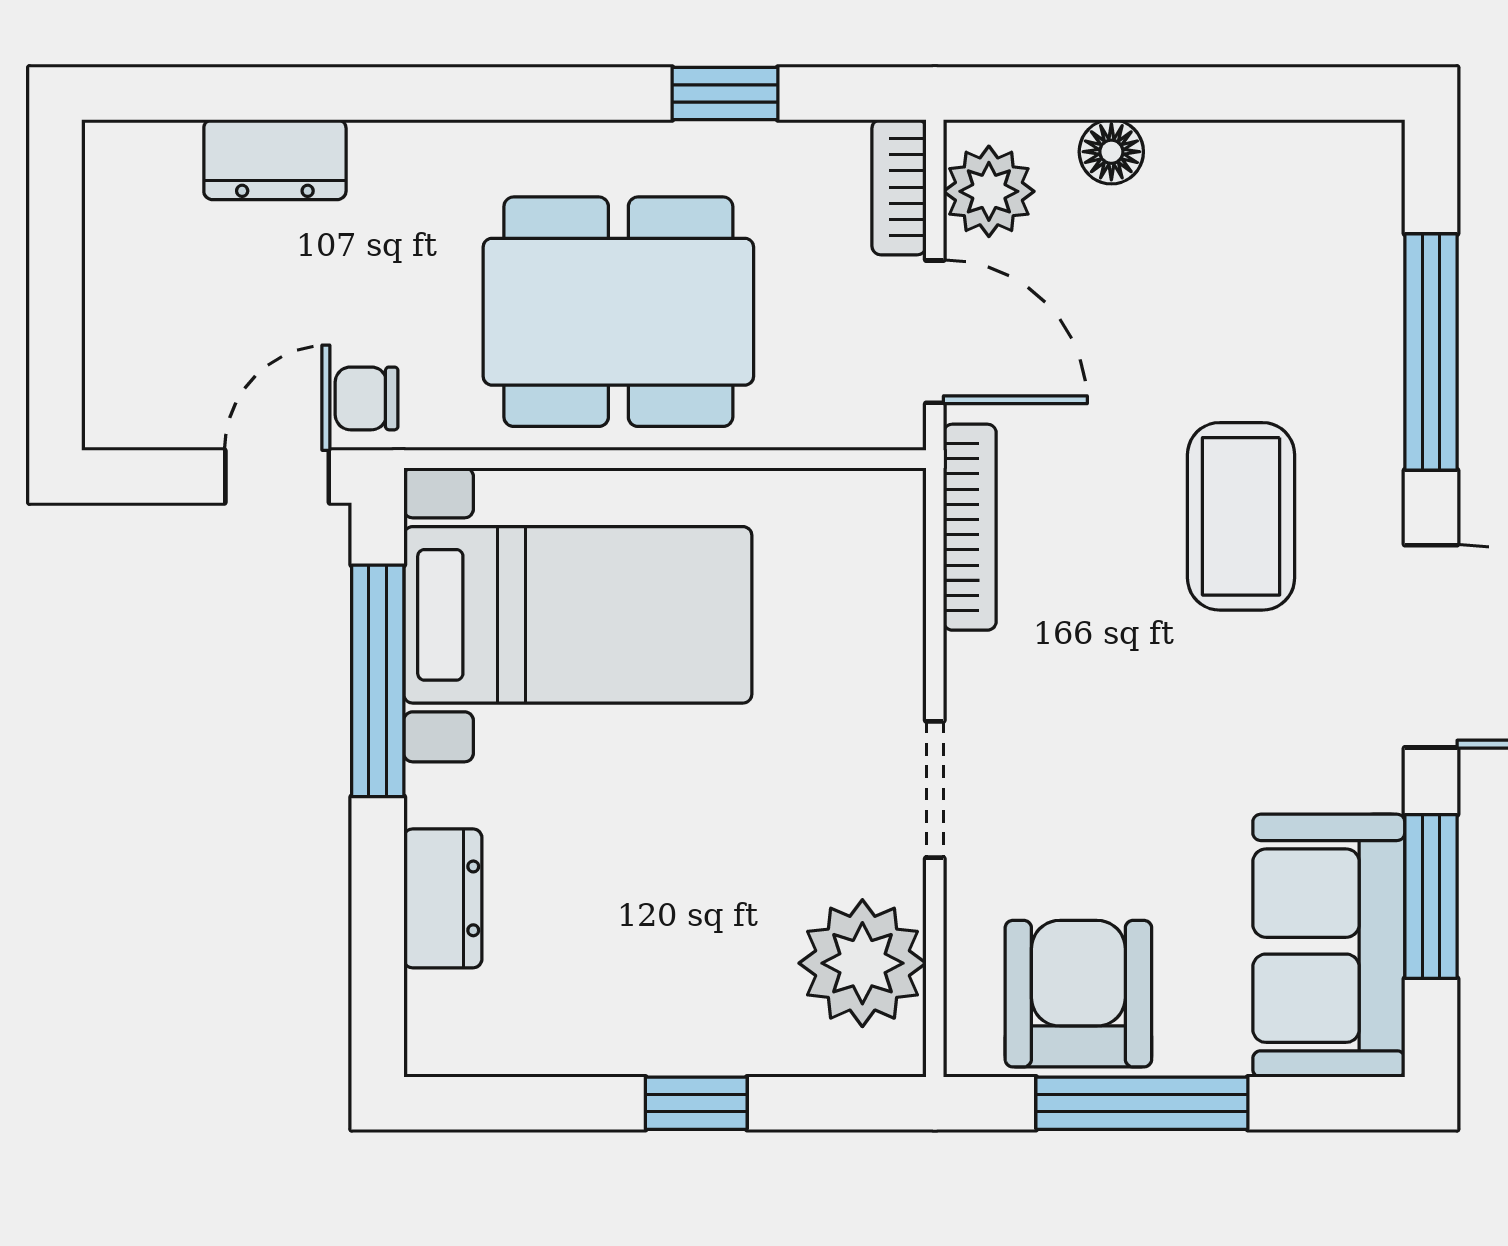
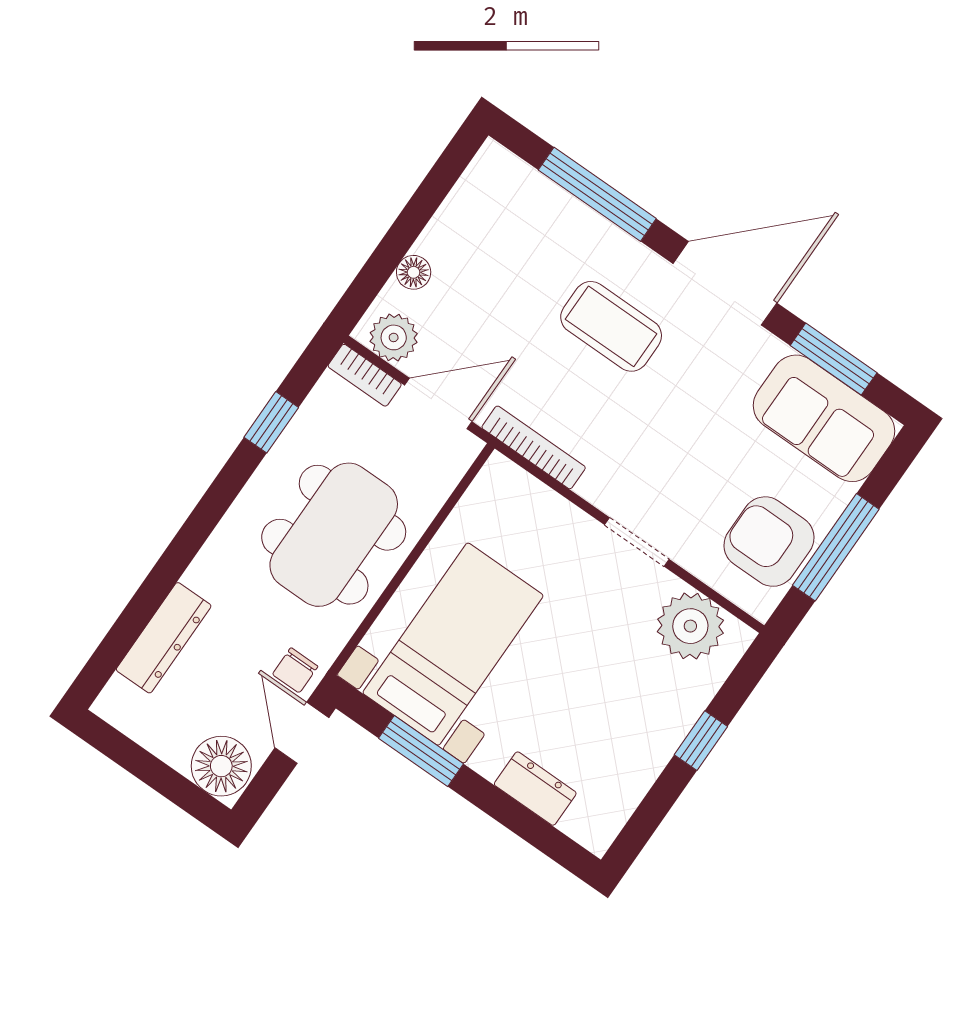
dresser: (275, 160) -> (164, 638), width x1.44
floor lamp: (138, 388) -> (221, 766), added
window: (378, 681) -> (421, 751), width x0.69

